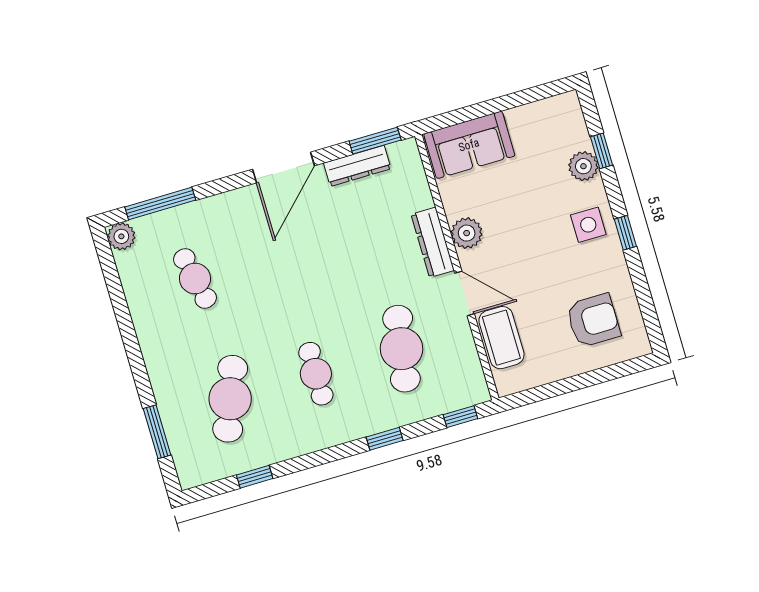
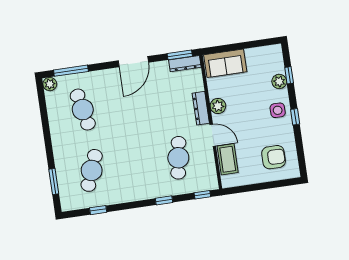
dresser: (357, 166) -> (185, 64), moved
cafe table: (195, 279) -> (83, 110), width x1.37, depth x1.35
cafe table: (316, 374) -> (135, 164), removed

